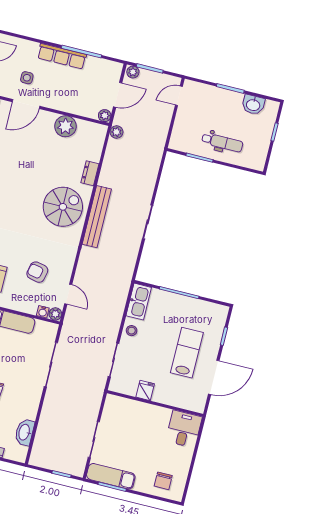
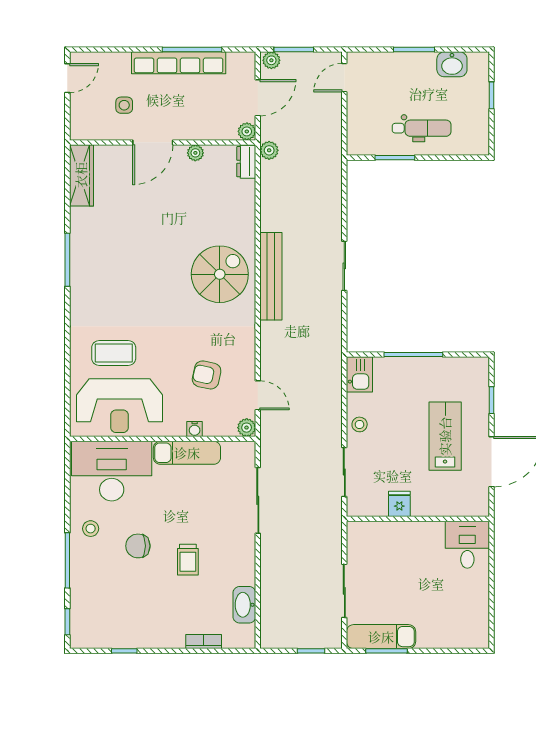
row of seats: (62, 56) -> (179, 63), width x1.36
door: (26, 104) -> (153, 142), moved
plant: (65, 126) -> (195, 153), width x0.53, depth x0.53
dresser: (90, 173) -> (246, 162), moved
kitchen sink: (139, 302) -> (359, 374), width x0.73
water cooler: (43, 312) -> (195, 429), moved
chair: (163, 481) -> (456, 625), removed

